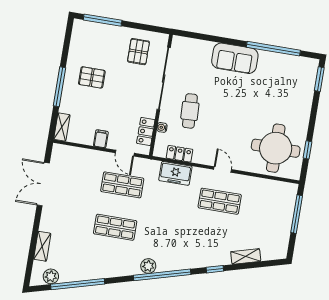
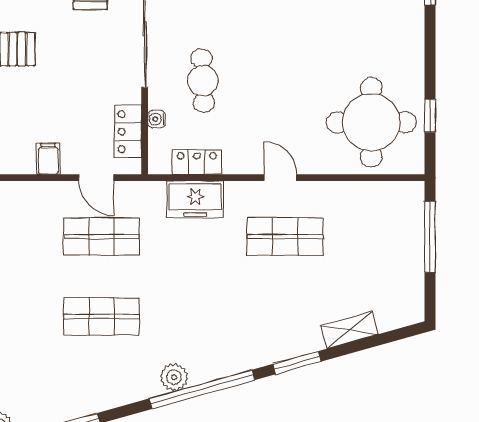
window: (215, 269) -> (297, 363), width x1.50

